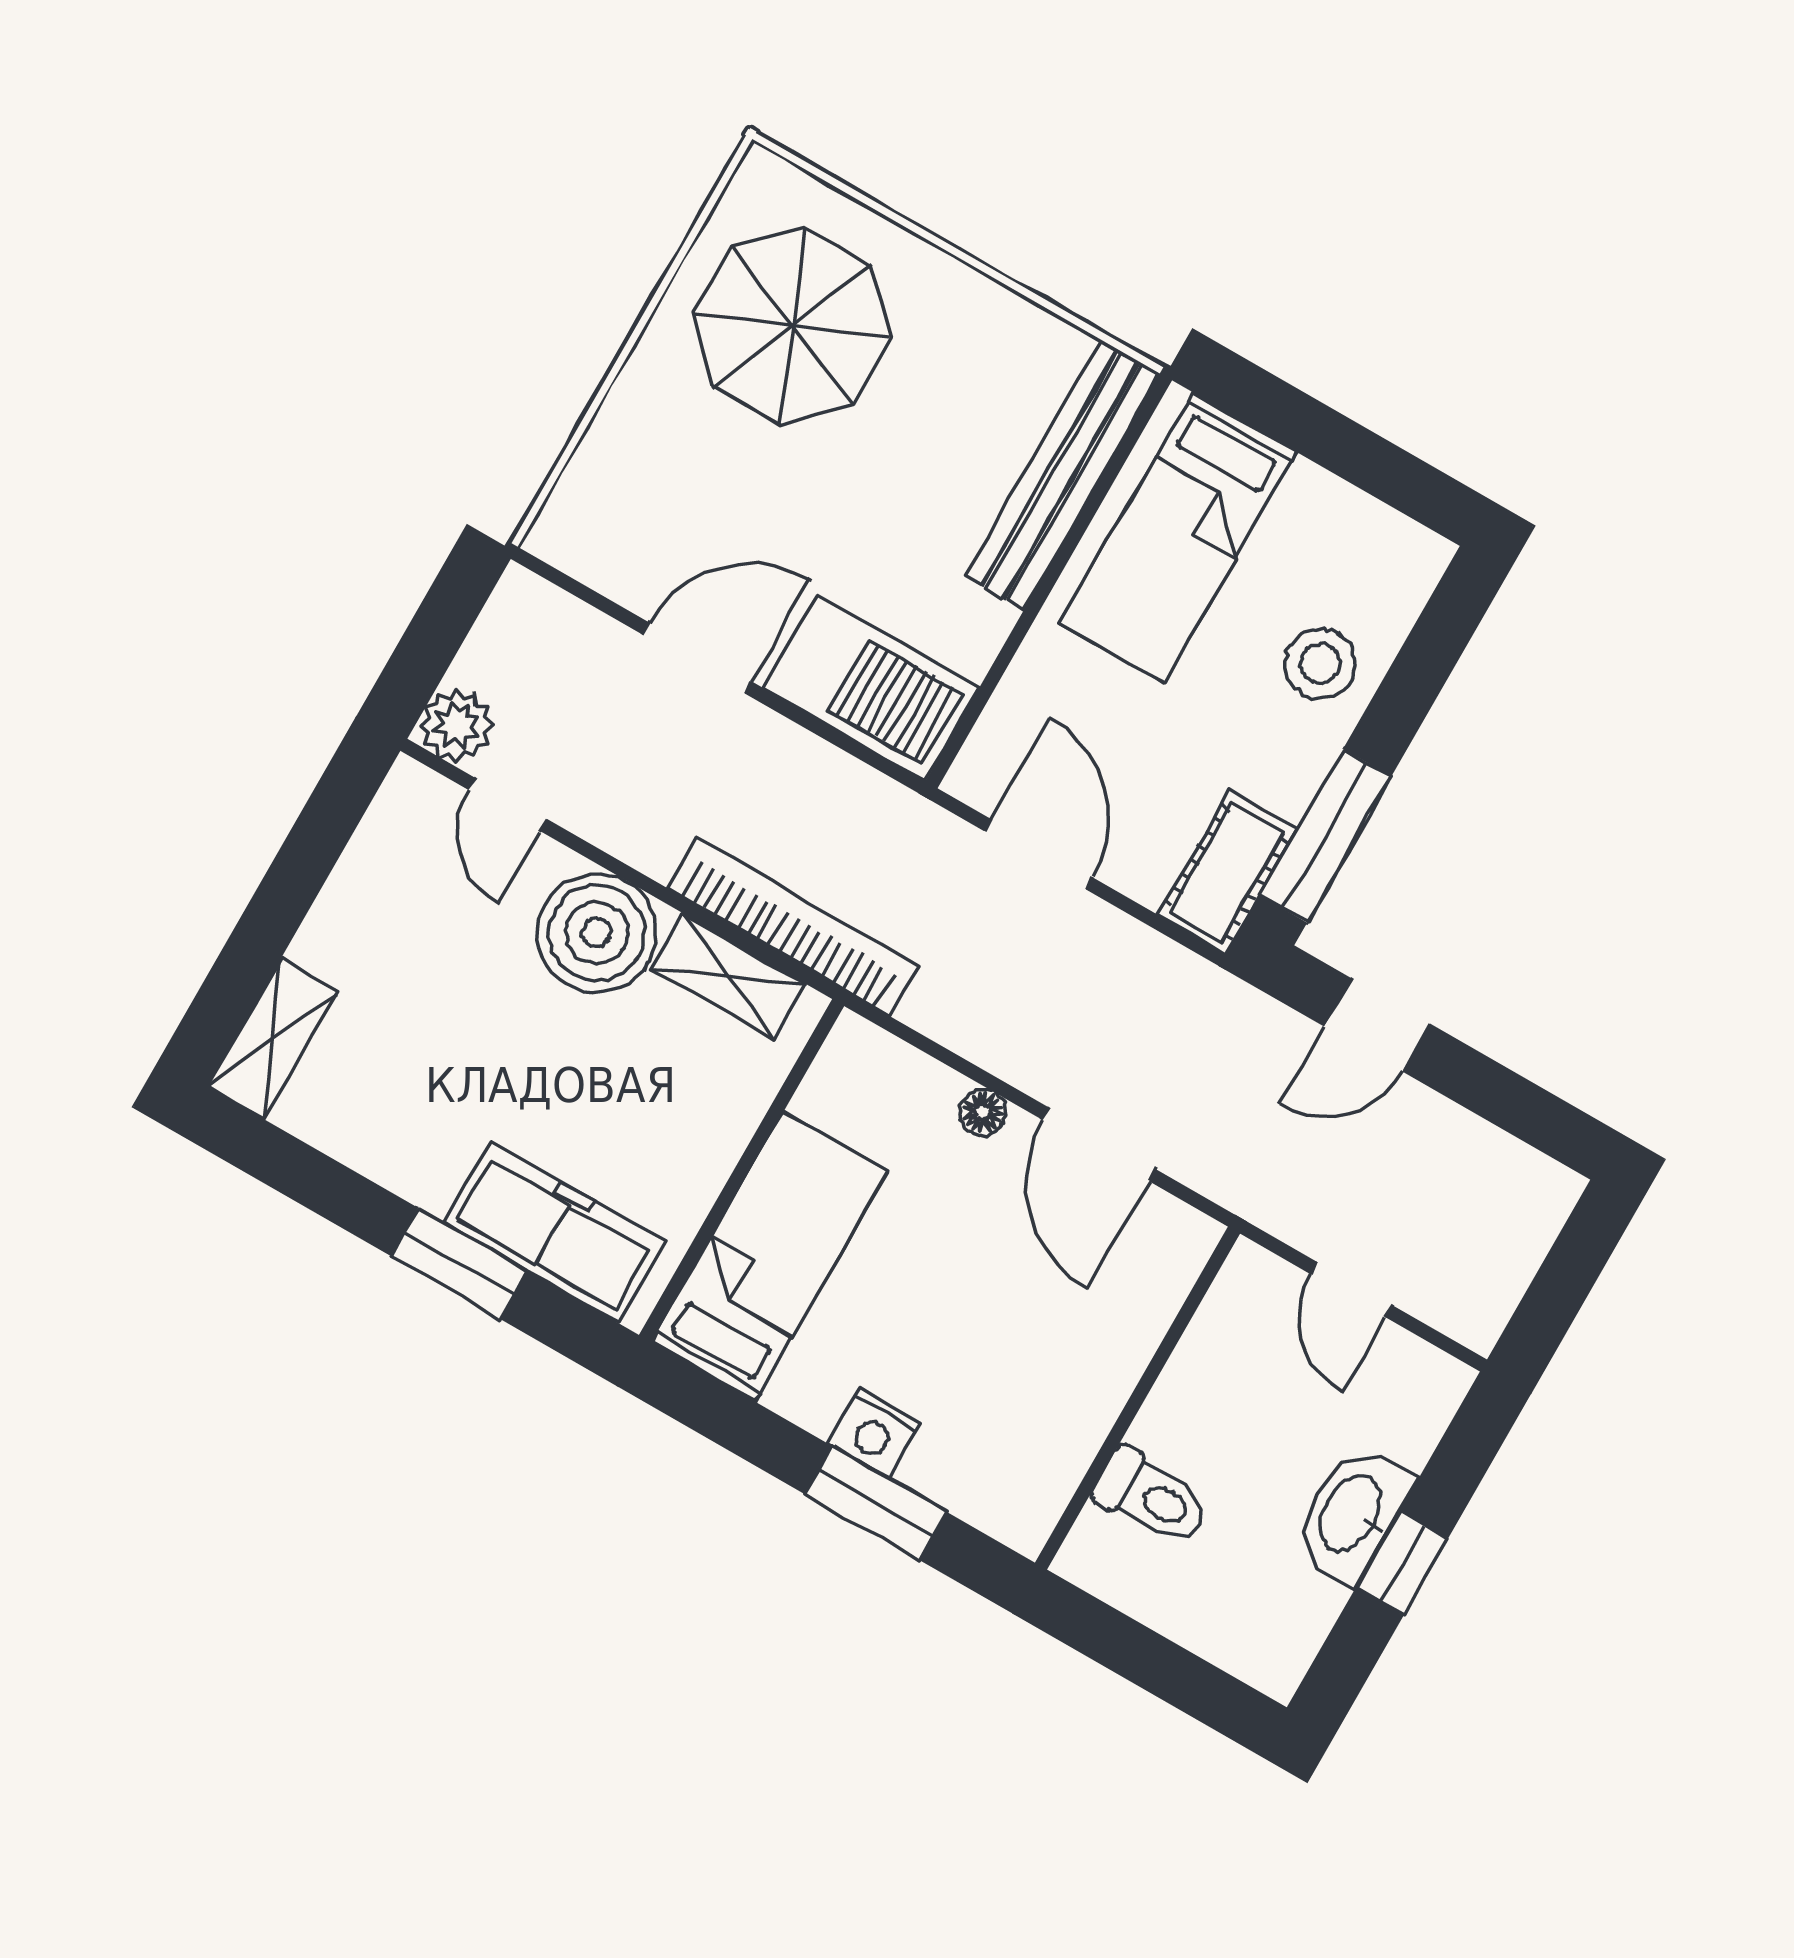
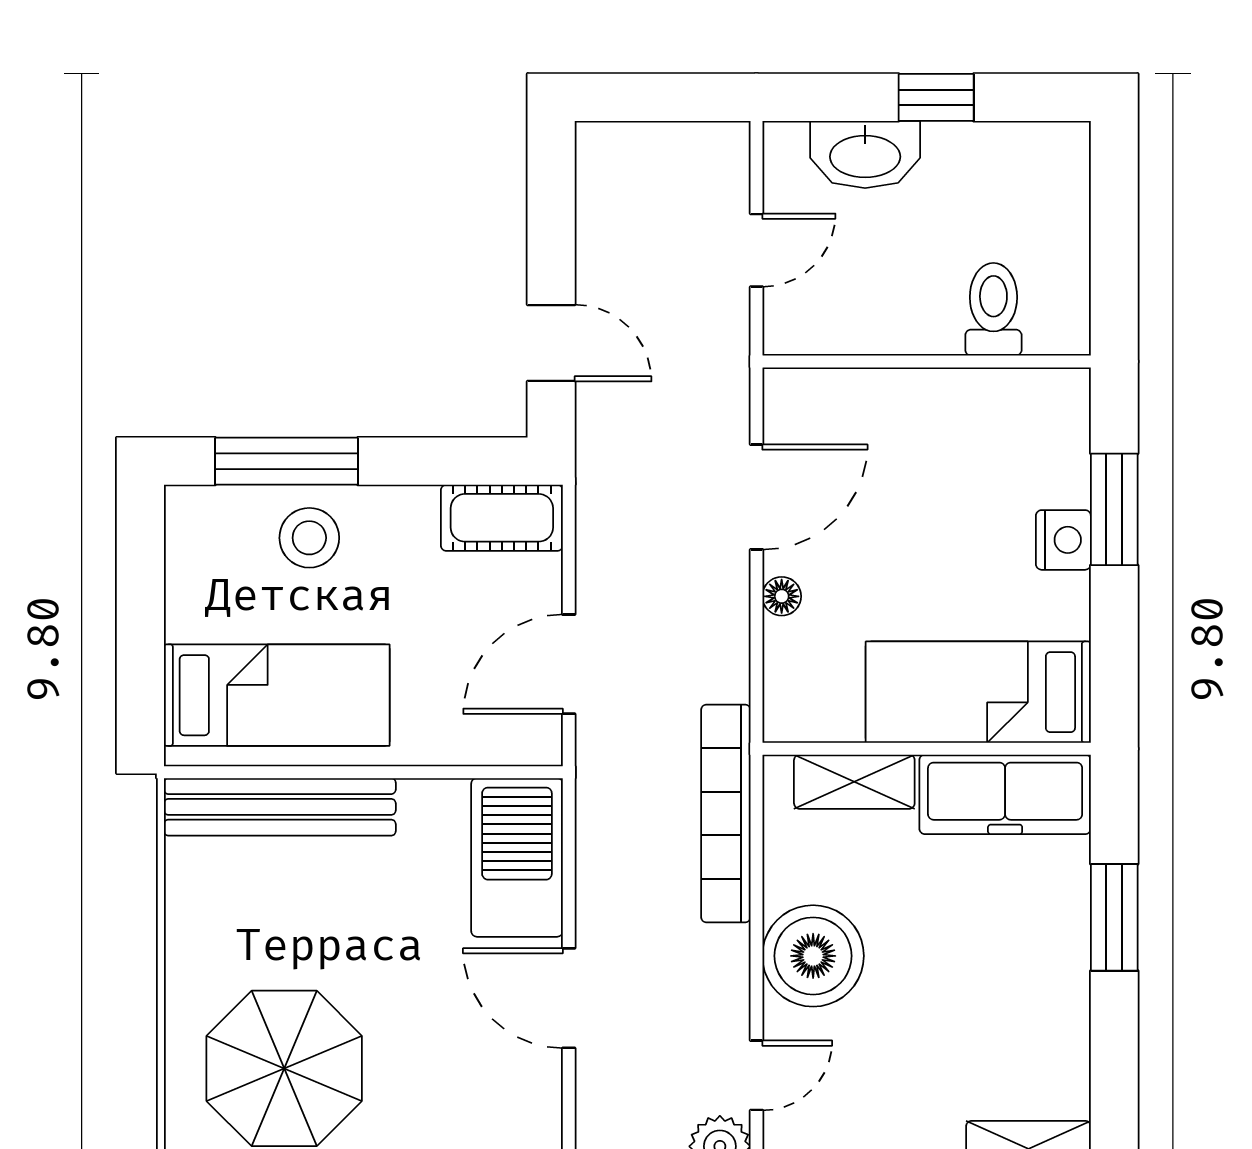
window: (1325, 836) -> (286, 461), moved
shelving: (729, 977) -> (854, 782), moved, turned 90
freezer: (554, 1232) -> (1005, 794), moved, turned -90
washbasin: (1352, 1514) -> (865, 155), moved

